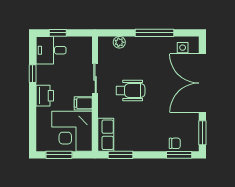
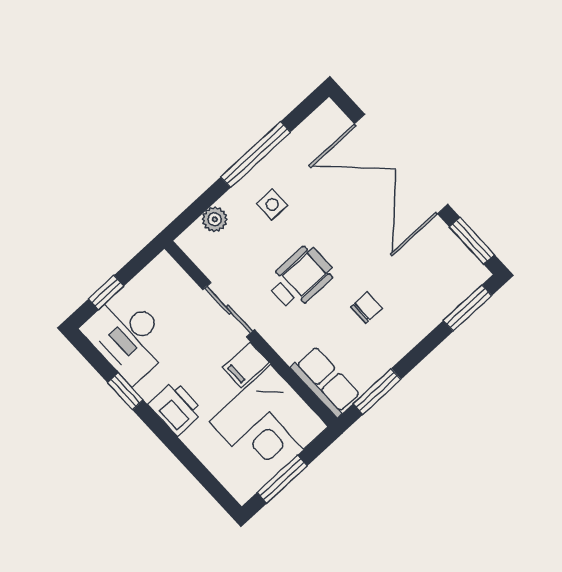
side table: (183, 48) -> (272, 204), moved
desk: (51, 50) -> (128, 337), width x1.37
chair: (175, 143) -> (366, 308), moved

